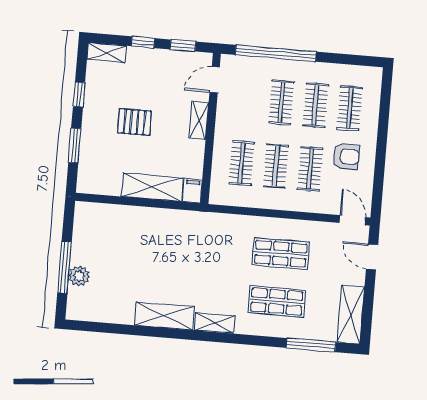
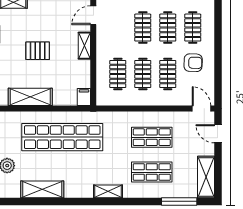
shelving: (152, 187) -> (30, 97), moved
shop shelf: (158, 243) -> (62, 137), added
shelving: (164, 316) -> (42, 189), moved

